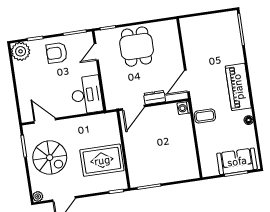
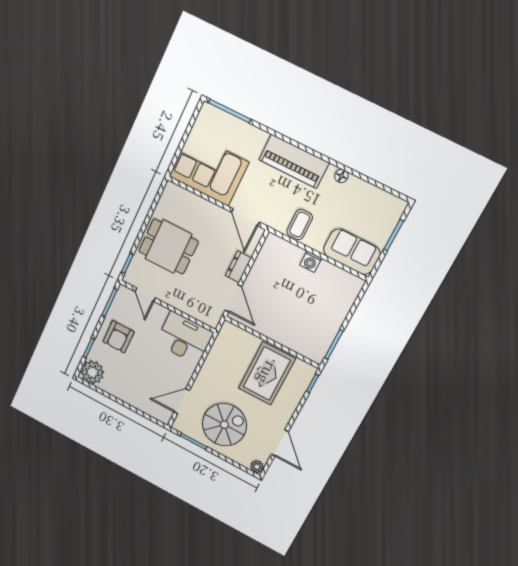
corner sofa: (199, 40) -> (209, 169), added
washing machine: (184, 108) -> (311, 262), moved
sofa: (237, 161) -> (352, 252), moved, turned 90

